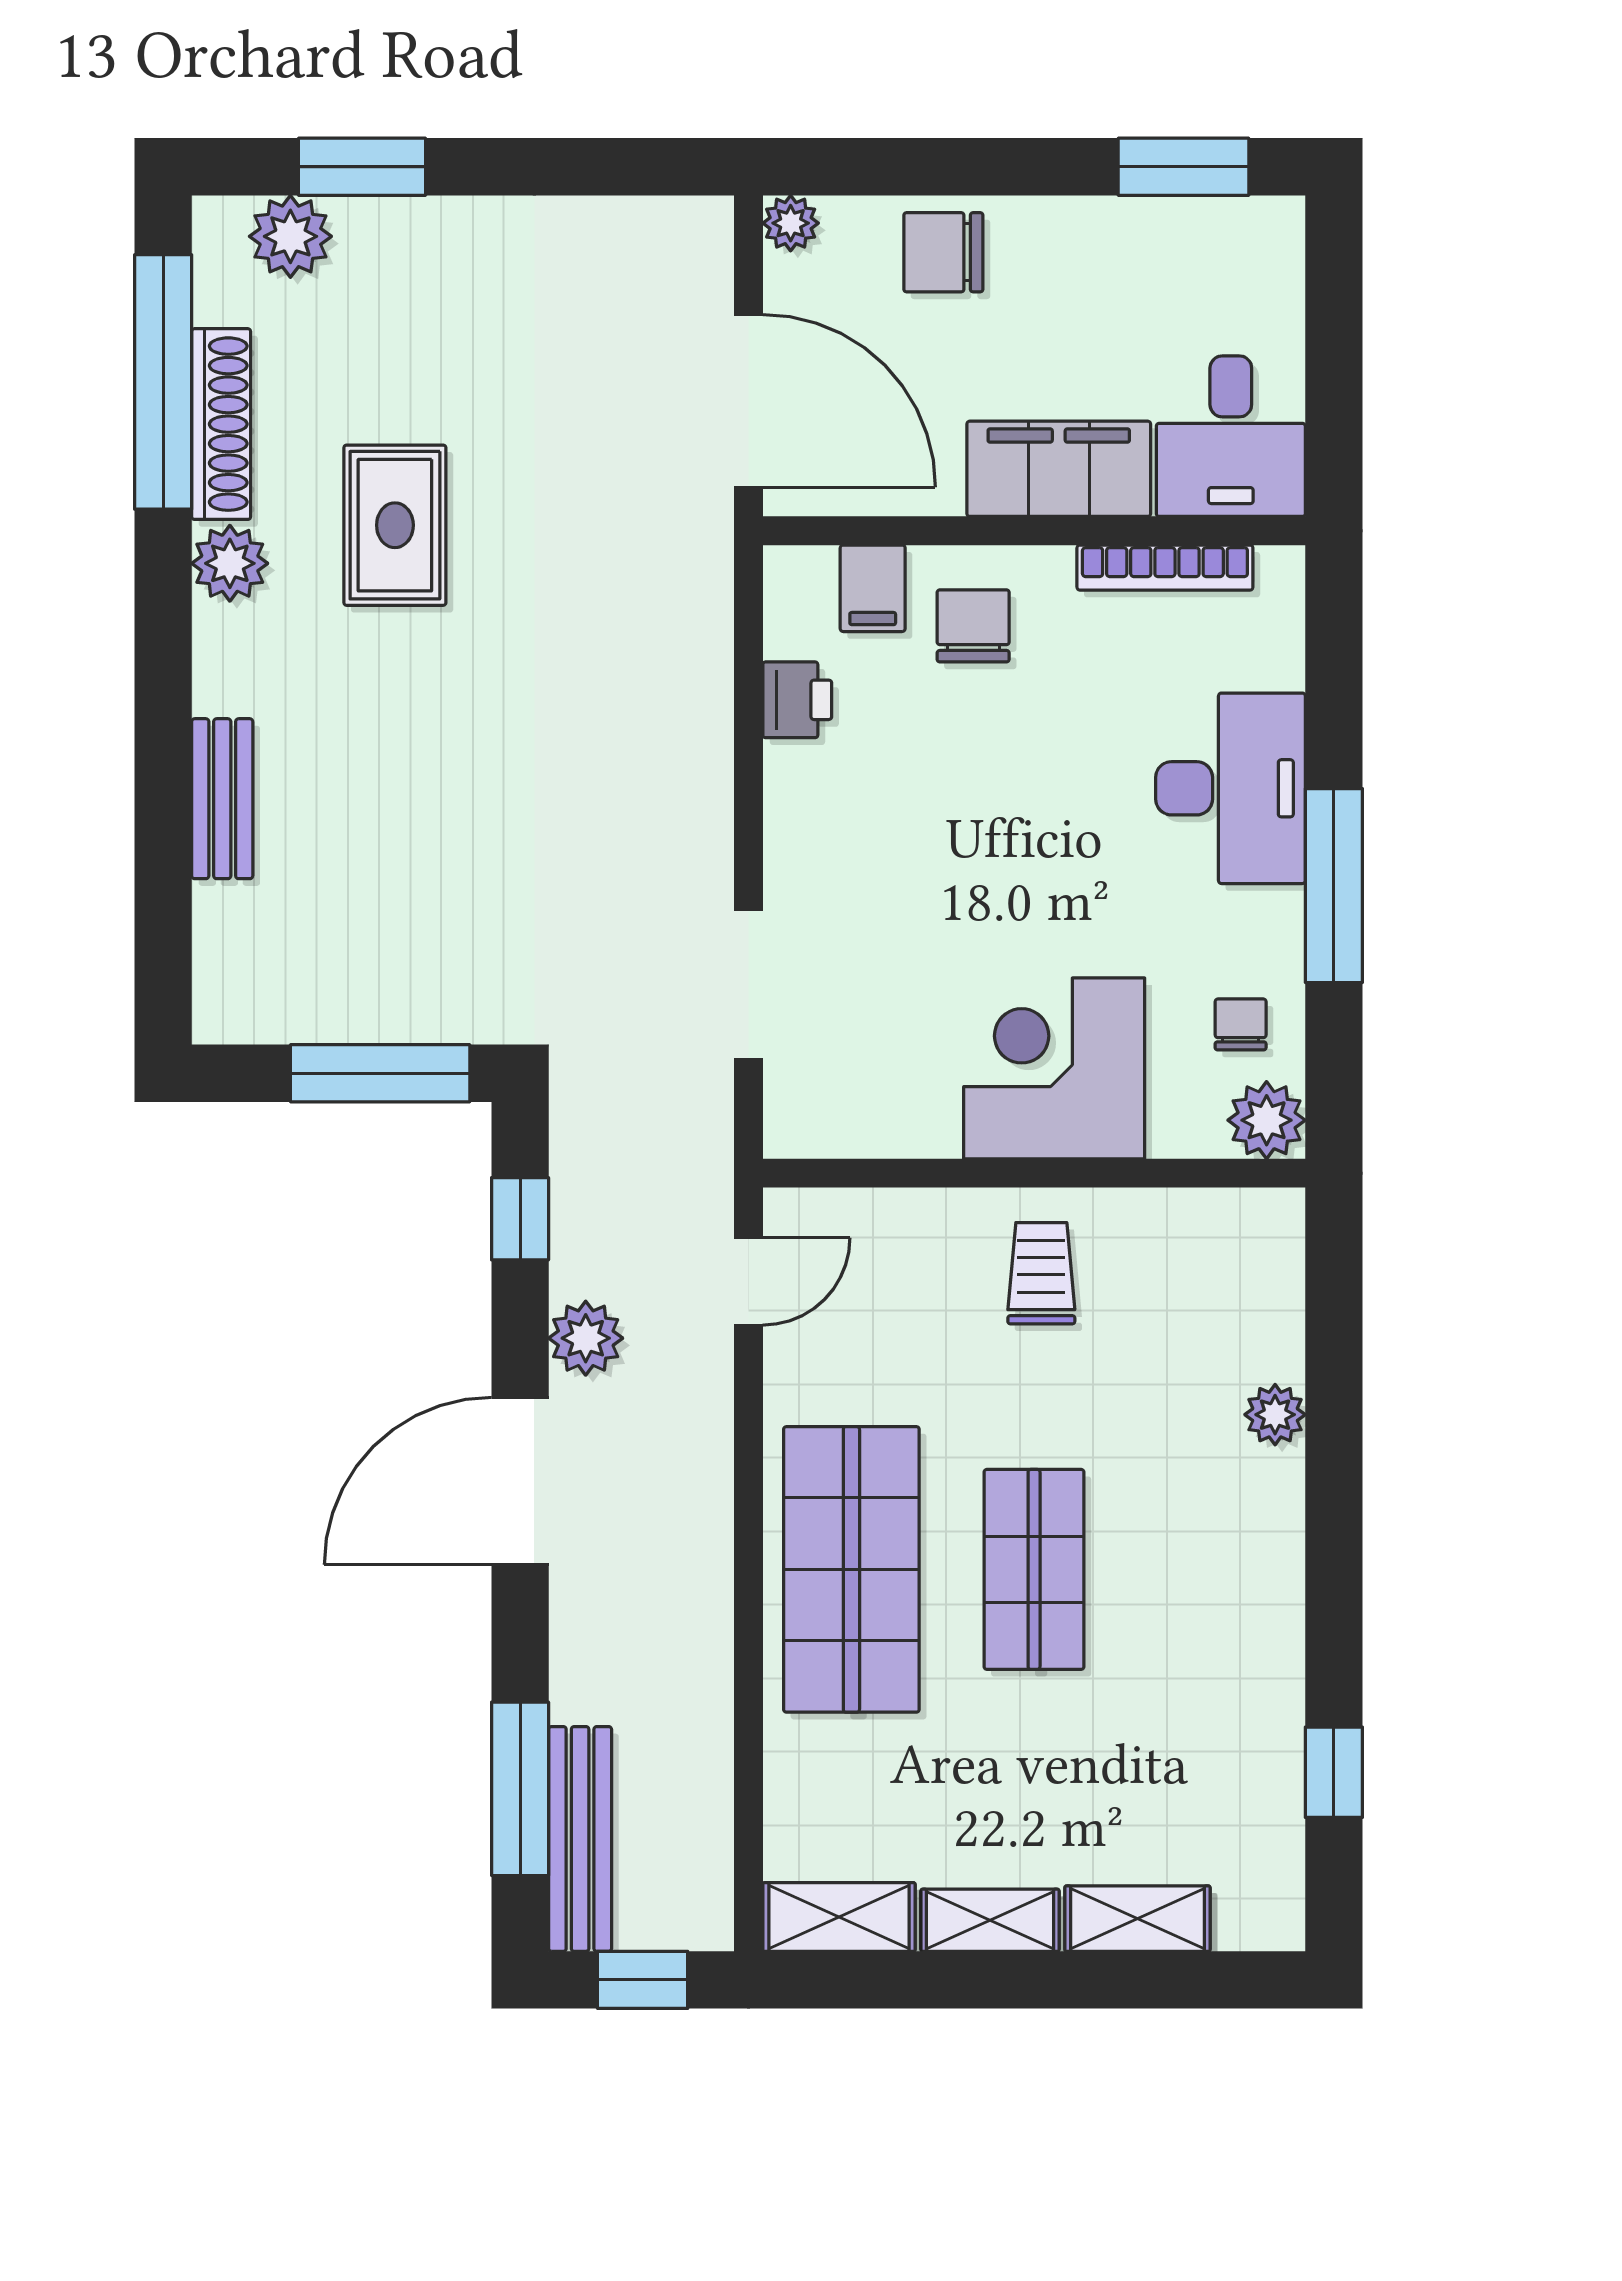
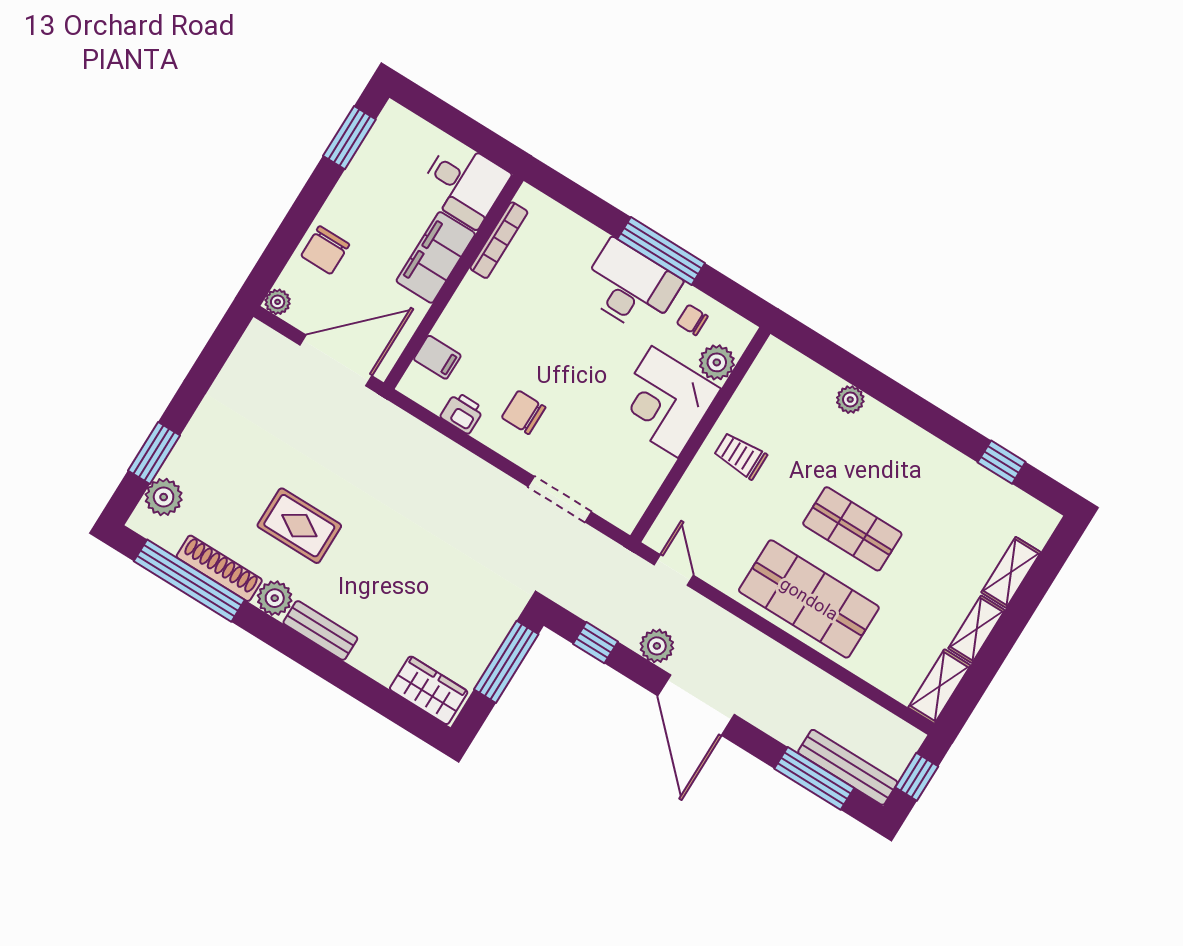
chair: (973, 626) -> (524, 412), moved
desk: (1230, 788) -> (630, 287), moved
bench: (222, 799) -> (320, 630), moved
wardrobe: (236, 961) -> (429, 690), added
plant: (1267, 1120) -> (717, 362), moved

